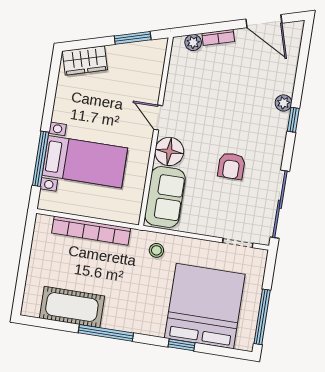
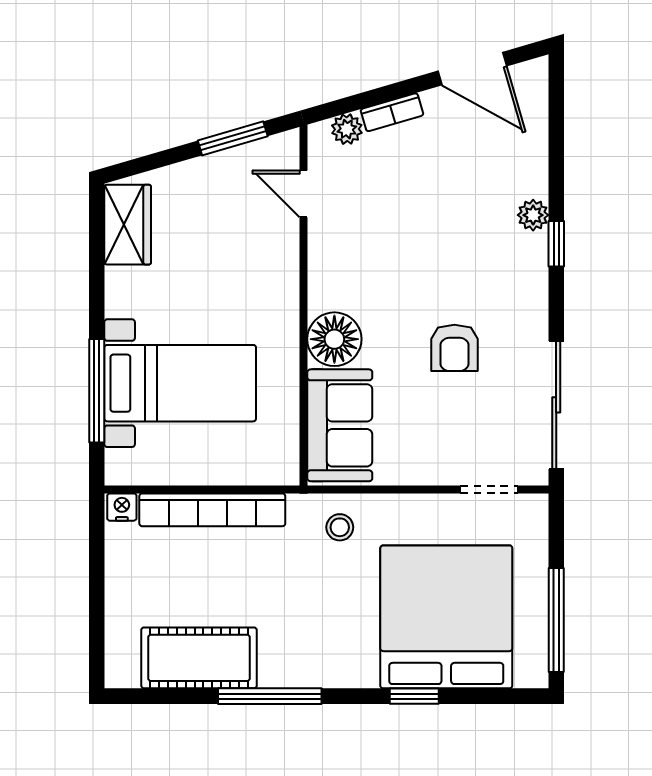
wardrobe: (85, 60) -> (128, 225), moved, turned -74
door: (158, 118) -> (304, 194), moved
nightstand: (44, 222) -> (122, 507), added

